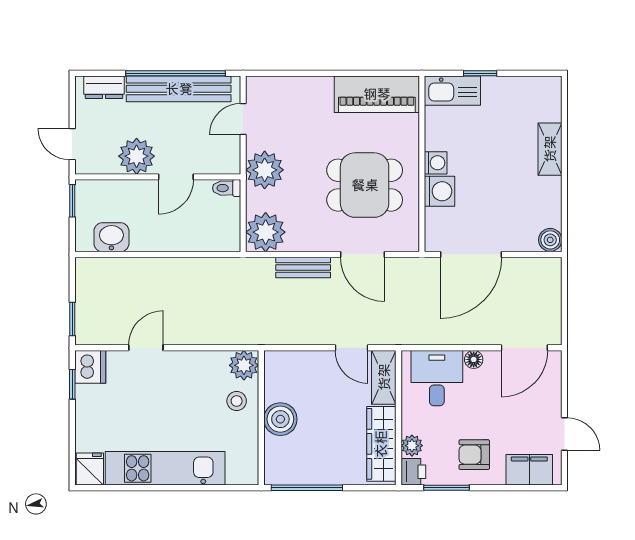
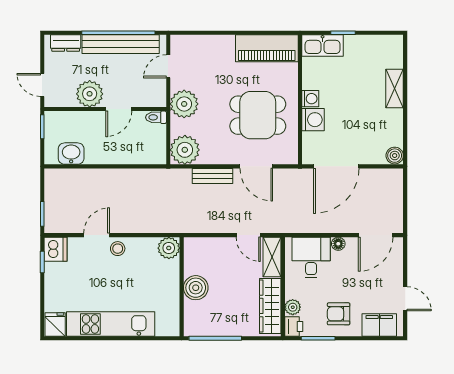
stool: (237, 401) -> (118, 249), moved

